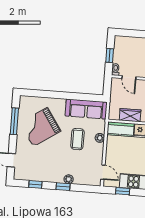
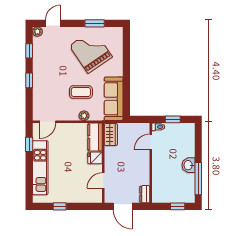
wardrobe: (130, 115) -> (111, 135), moved
window: (14, 121) -> (95, 23), width x0.69
plant: (69, 179) -> (37, 32), moved

